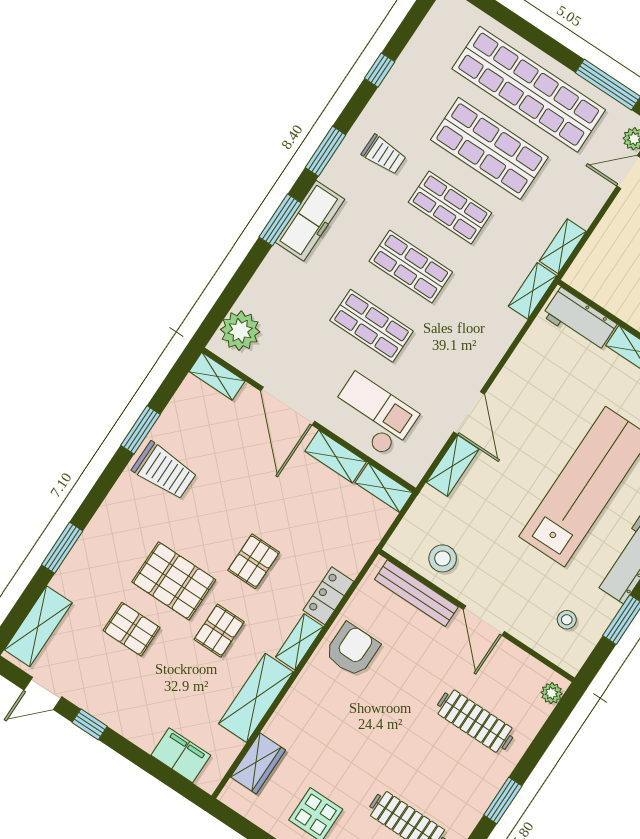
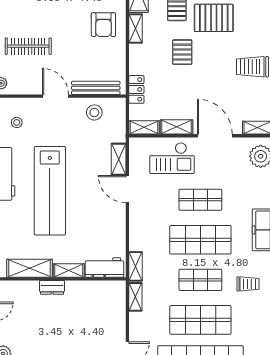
trolley: (384, 155) -> (248, 284), turned 180
shop shelf: (411, 267) -> (200, 240), width x1.43, depth x1.36
locker: (328, 596) -> (136, 89), moved
armchair: (352, 650) -> (103, 25), moved

